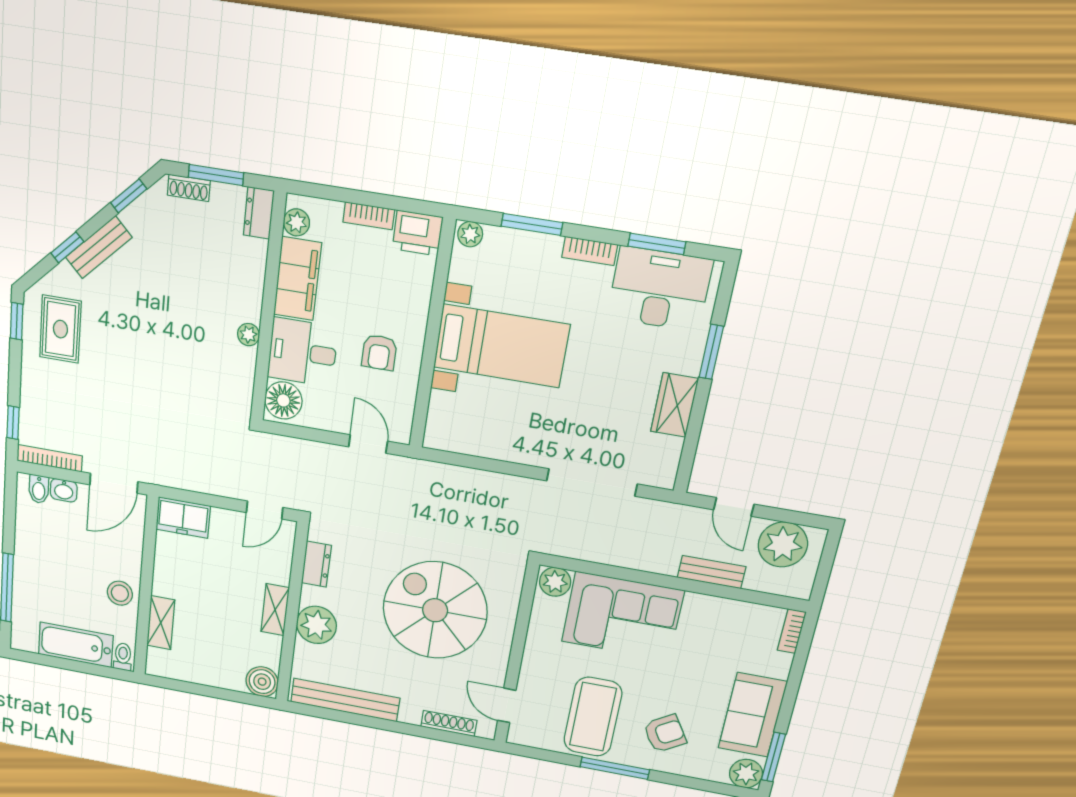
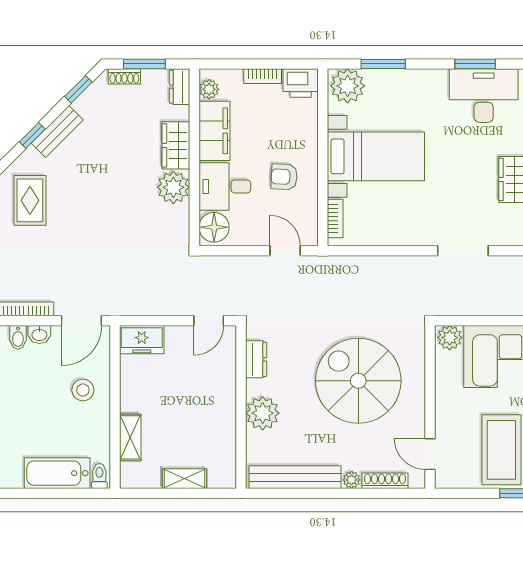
plant: (470, 234) -> (348, 86), width x1.88, depth x1.88
bookcase: (590, 251) -> (335, 219), moved, turned -90
wardrobe: (246, 290) -> (176, 145), added
plant: (248, 335) -> (173, 187), width x1.87, depth x1.87
armchair: (379, 352) -> (284, 177), turned 93
doorway: (592, 482) -> (463, 251), width x0.73
stool: (120, 593) -> (83, 390), moved
shelving: (275, 610) -> (185, 479), moved, turned 90
boiler: (262, 682) -> (222, 475), removed
plant: (410, 715) -> (352, 480), added

